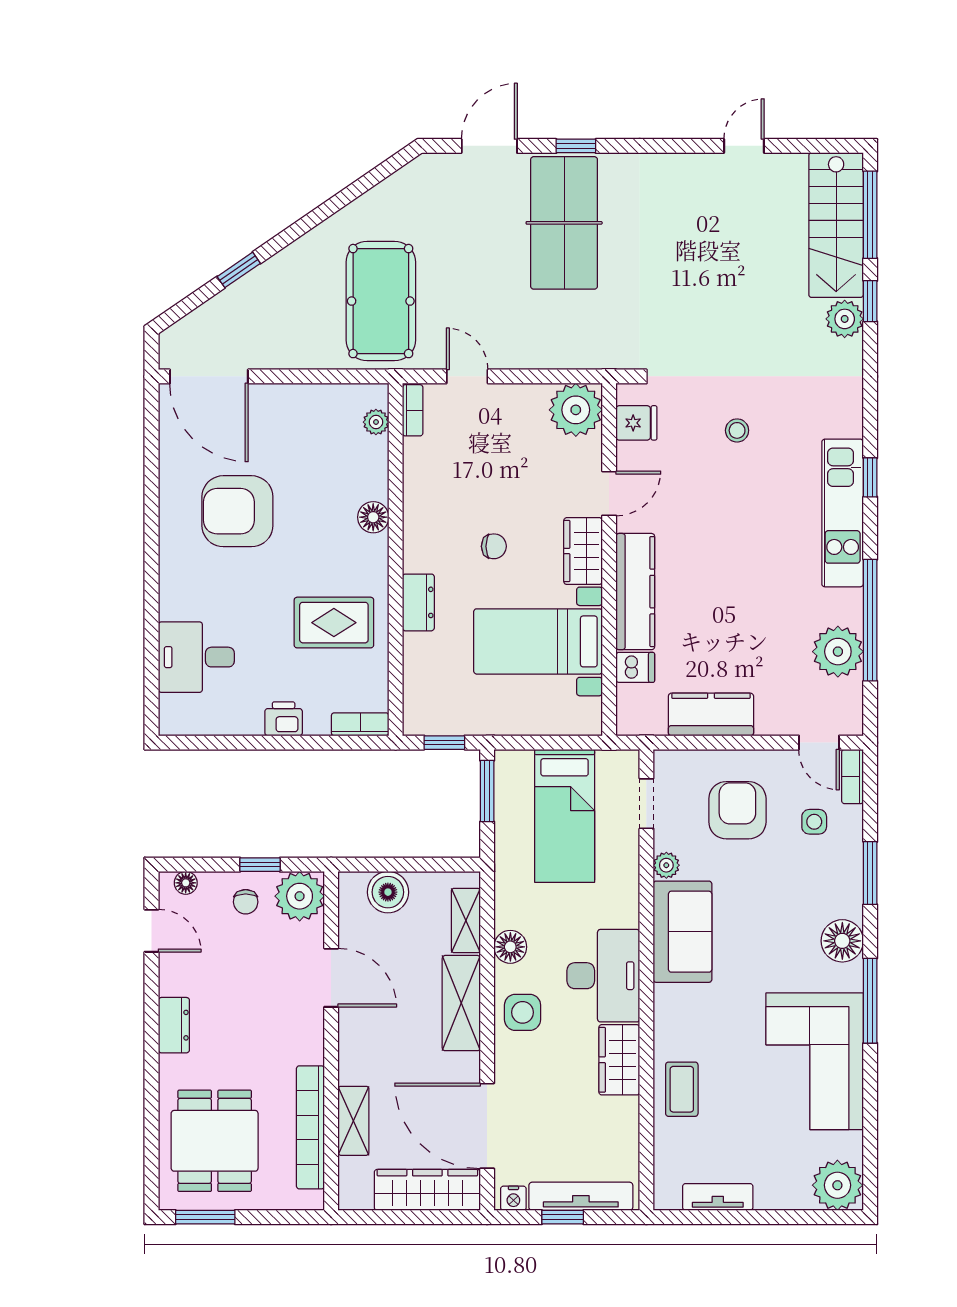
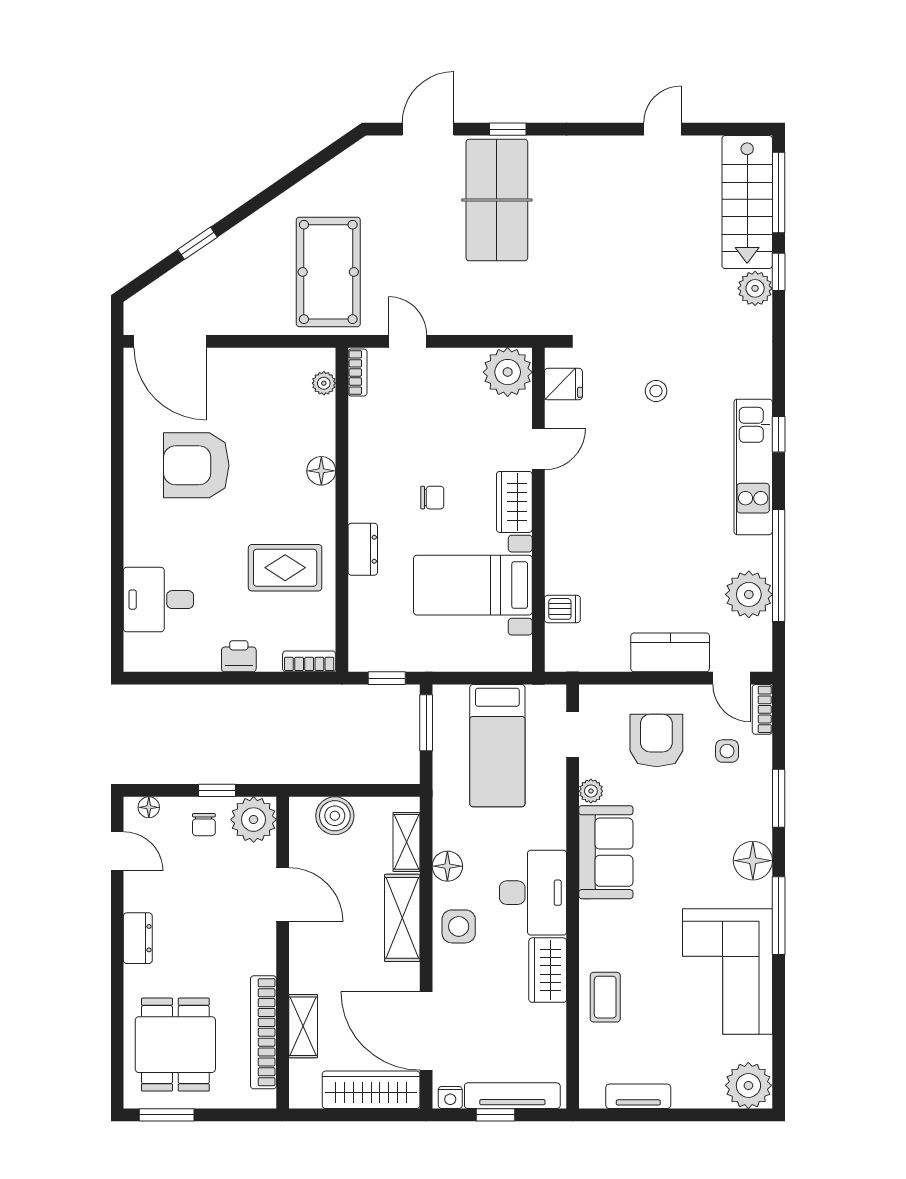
kitchen counter: (635, 592) -> (562, 539), removed
kitchen counter: (711, 715) -> (670, 652), moved

